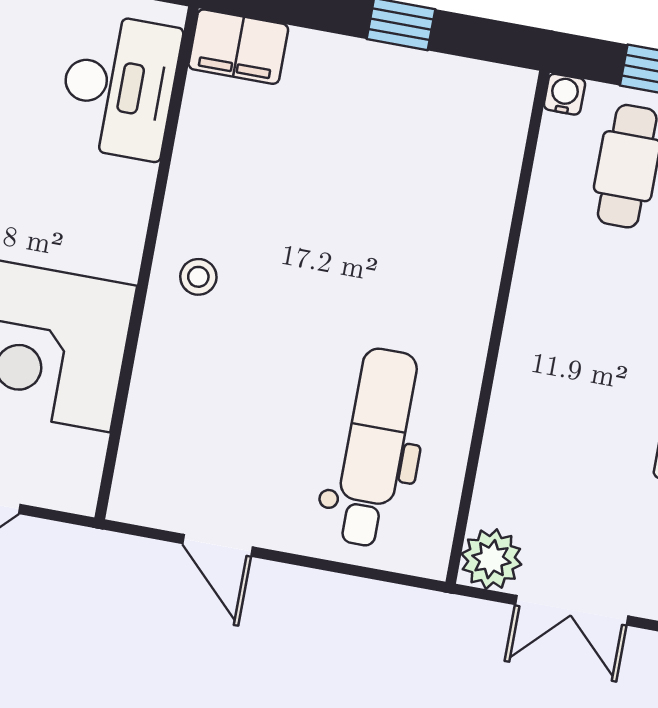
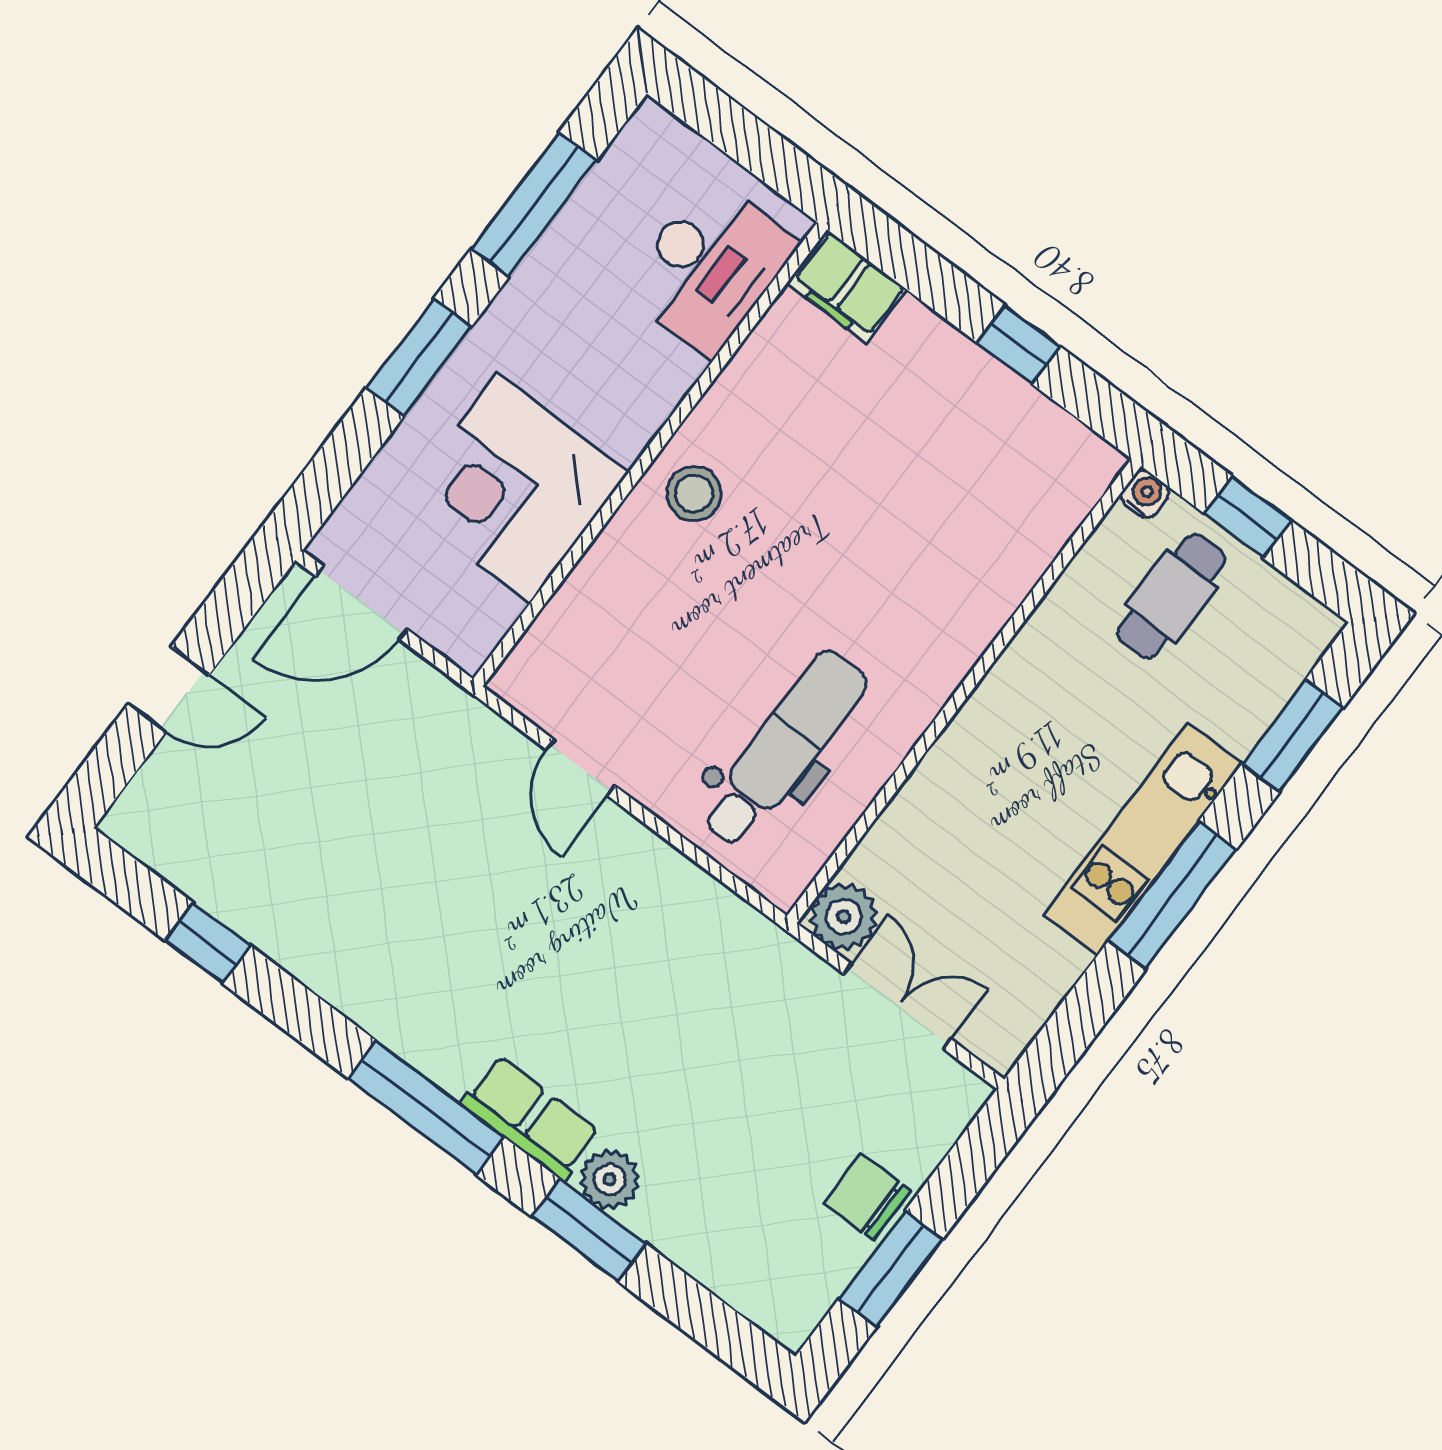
stool: (198, 277) -> (694, 494), width x1.37, depth x1.37
double door: (572, 610) -> (897, 1006), swing flipped

